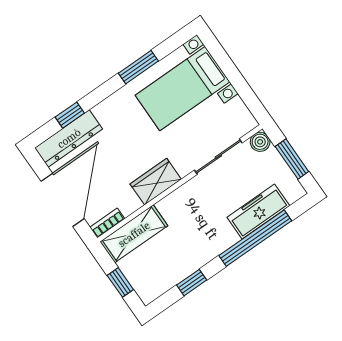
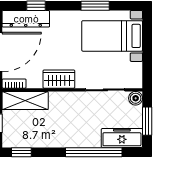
freezer: (258, 211) -> (122, 138), moved
window: (192, 283) -> (21, 152), moved

